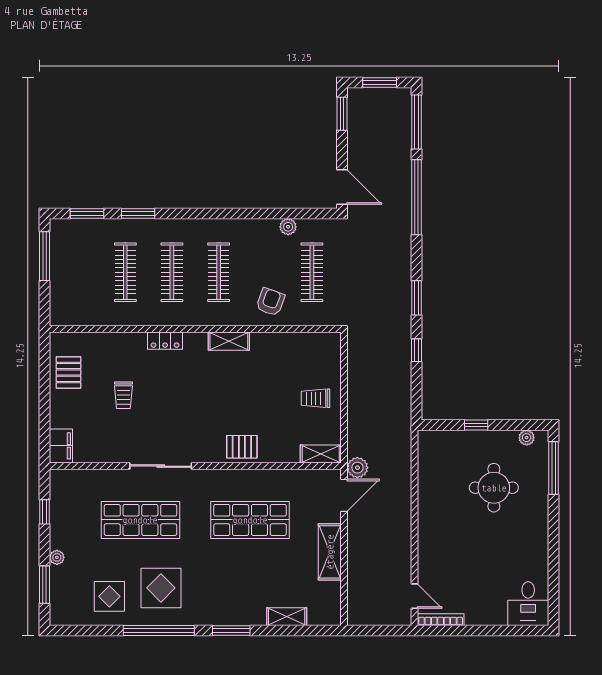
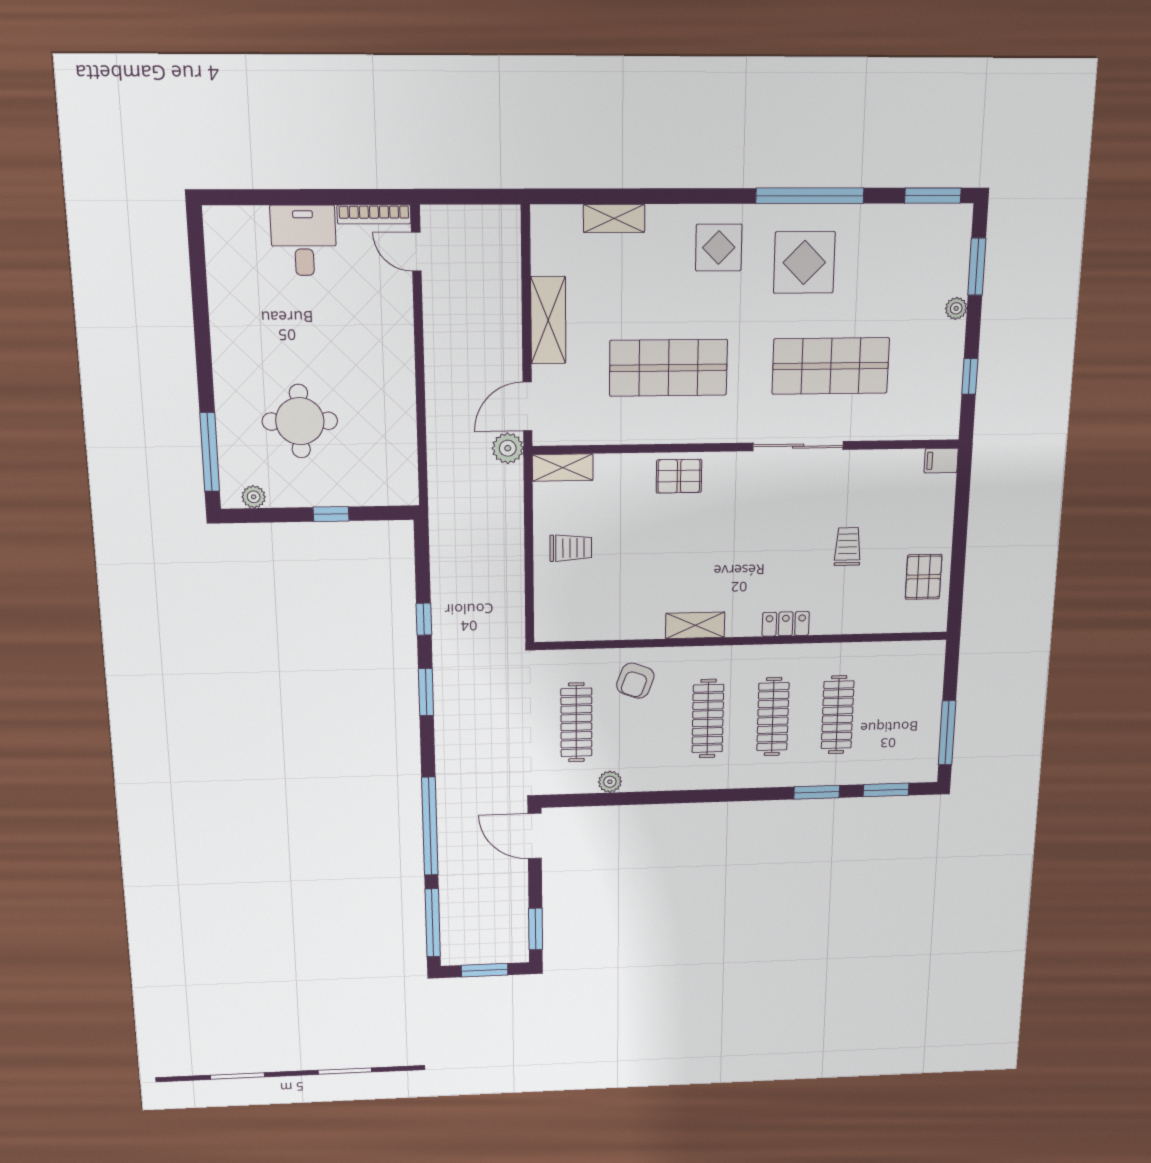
filing cabinet: (61, 446) -> (941, 461), width x0.50
display table: (109, 596) -> (719, 248), moved
desk: (528, 604) -> (304, 240), moved
window: (231, 630) -> (933, 196), moved

